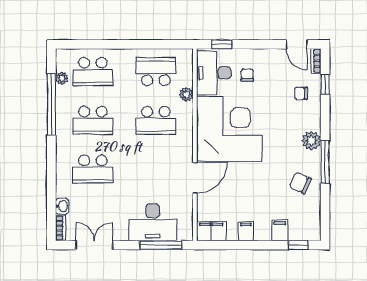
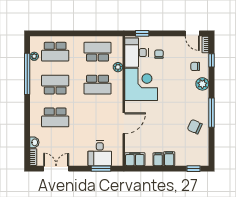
school desk: (93, 120) -> (55, 85), turned 180
corner desk: (229, 129) -> (141, 84), width x0.74, depth x0.74
plant: (312, 141) -> (202, 84), moved
desk: (153, 222) -> (100, 153), width x0.73
filing cabinet: (280, 230) -> (169, 159), moved
window: (161, 245) -> (101, 169), width x0.69

